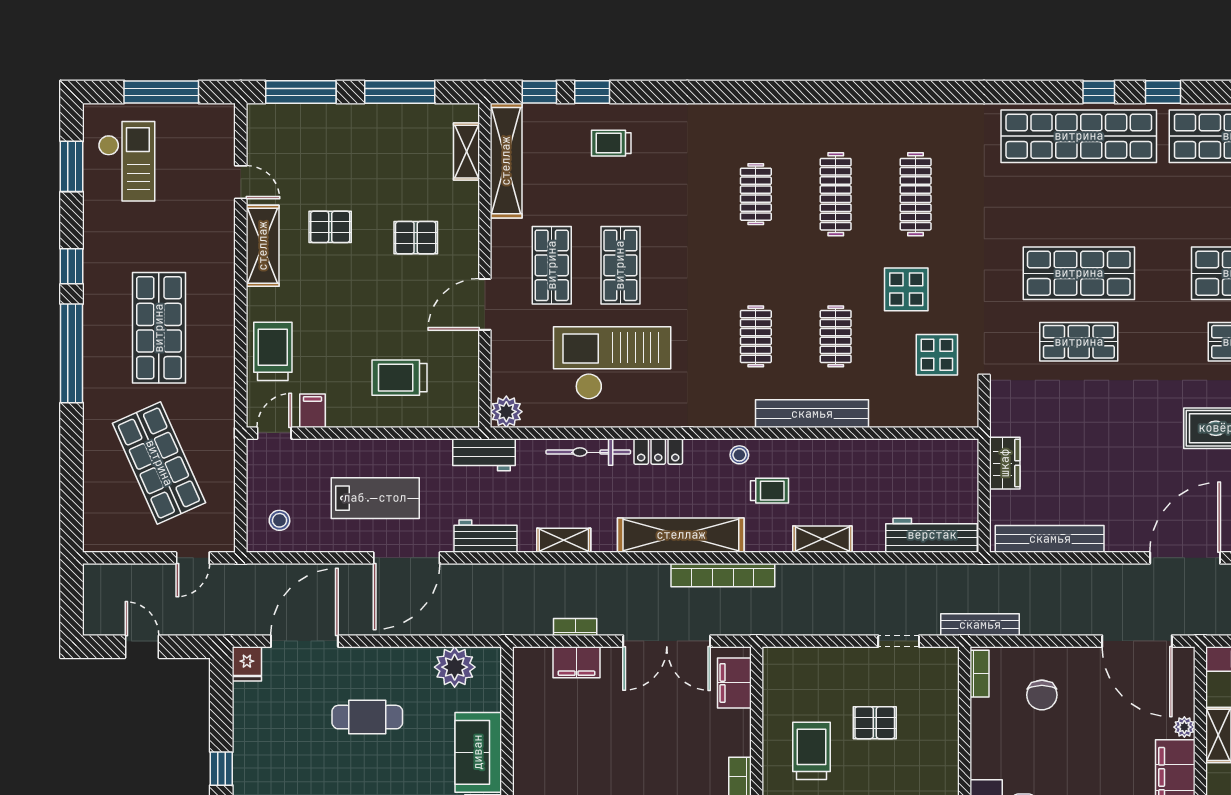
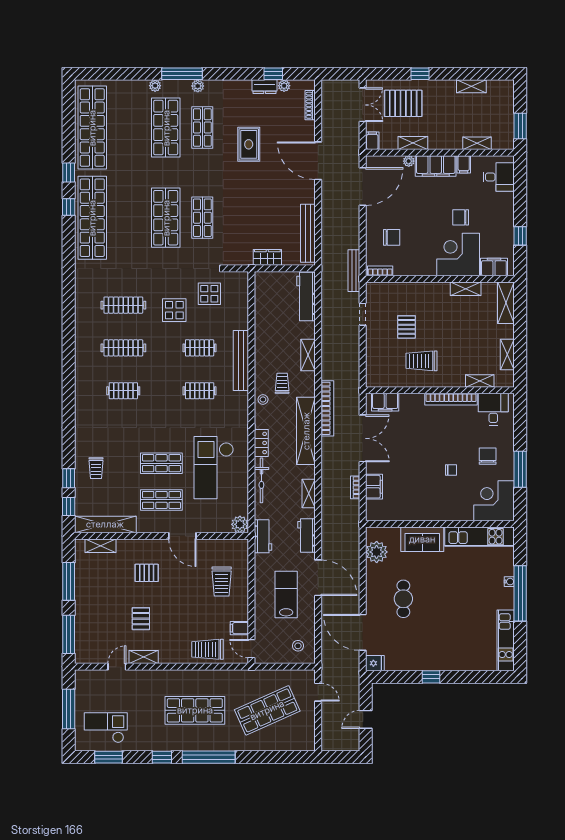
pallet: (416, 238) -> (147, 573), turned 90
shelving: (263, 246) -> (144, 657), width x0.67, depth x0.75

